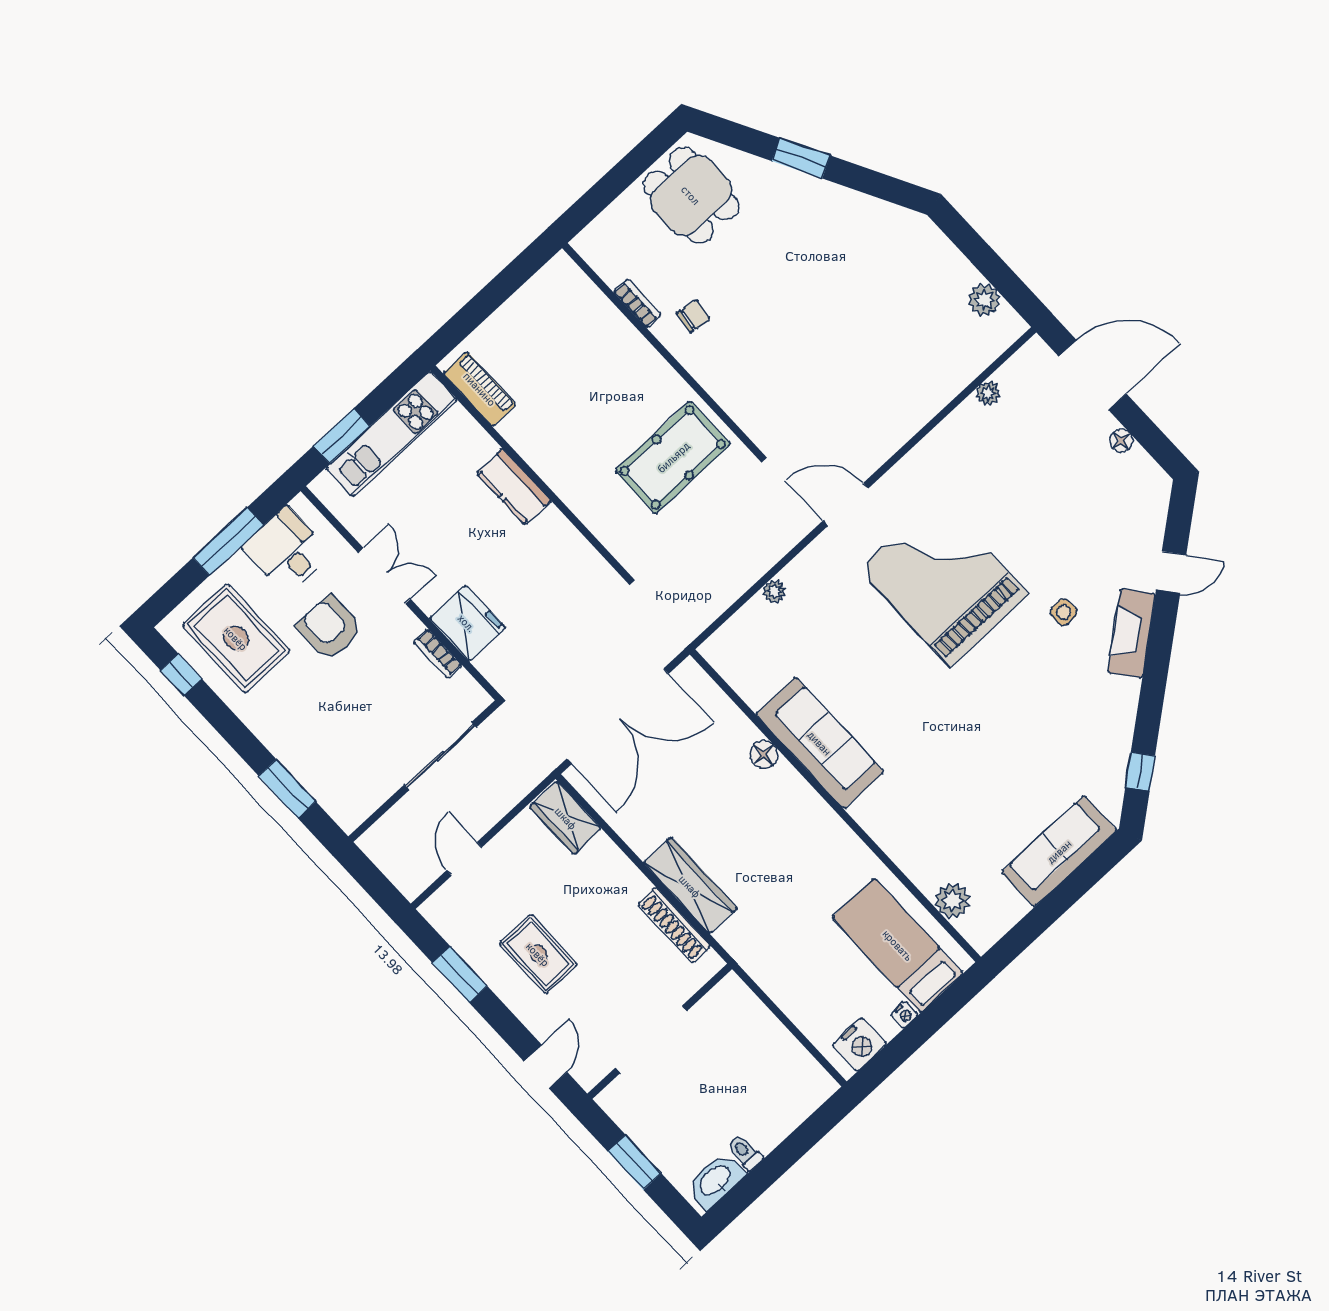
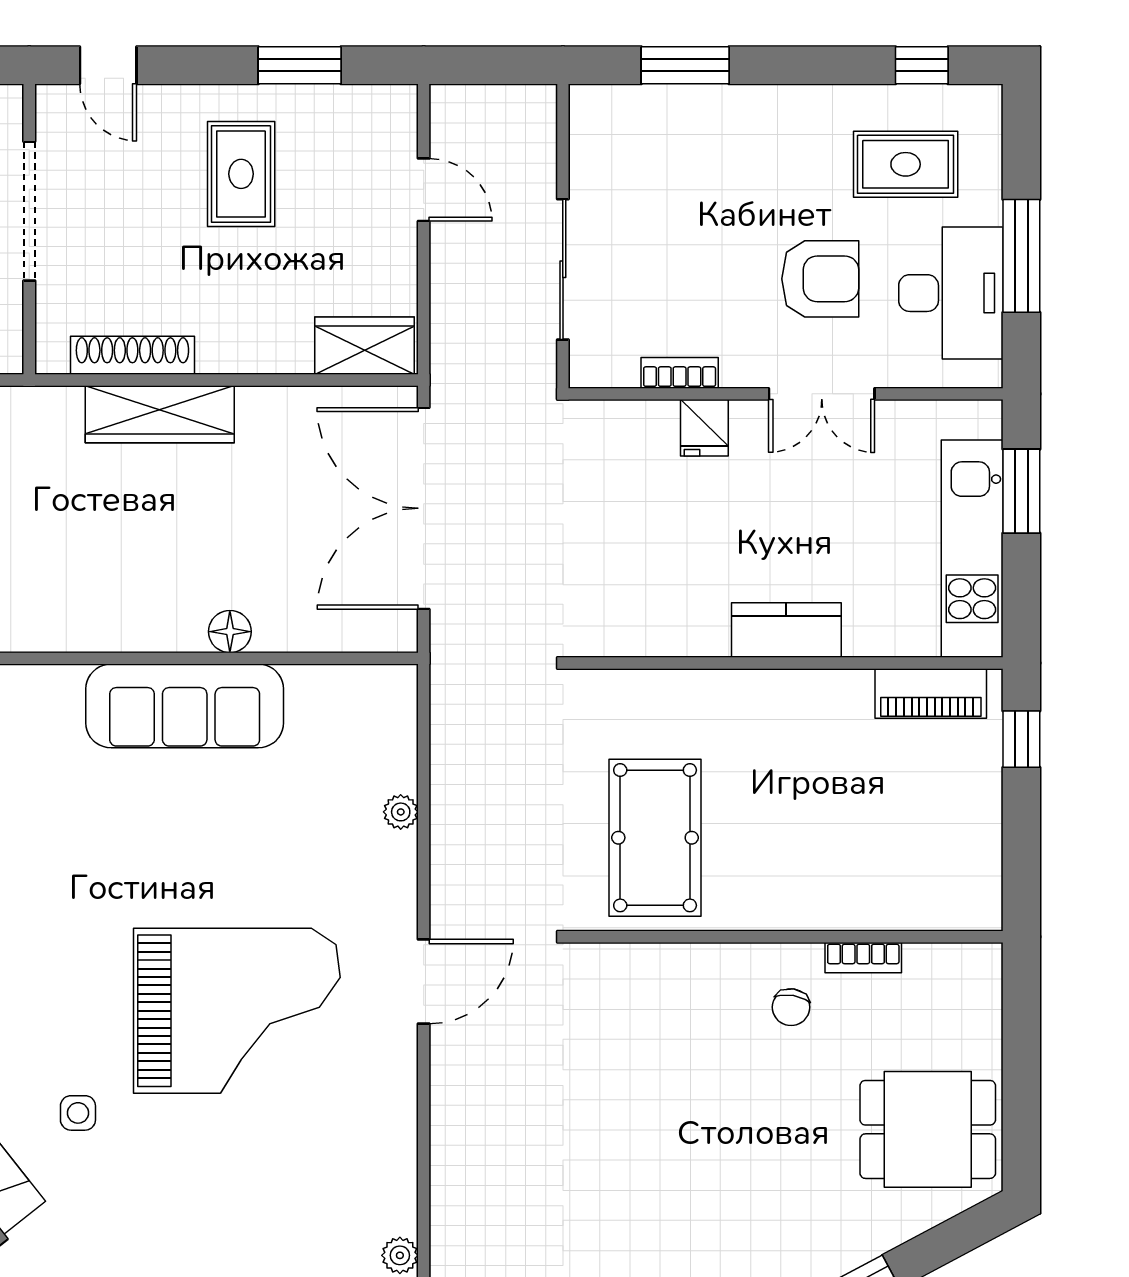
window: (461, 325) -> (1021, 739), added
desk: (287, 551) -> (951, 293), width x1.37
fridge: (467, 623) -> (704, 428), width x0.53, depth x0.75
rug: (236, 638) -> (906, 164), width x0.73, depth x0.70
rug: (538, 954) -> (241, 174), turned 90

